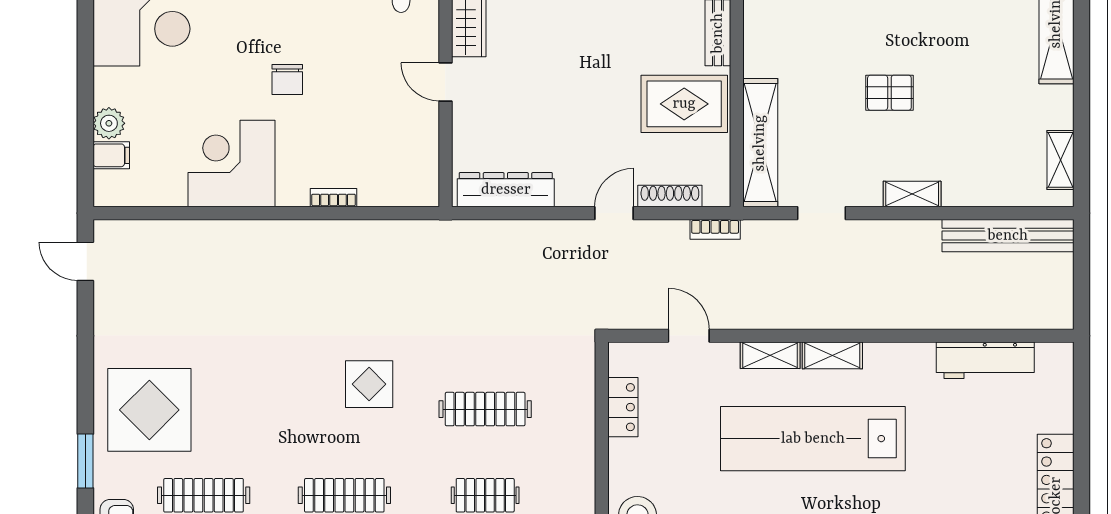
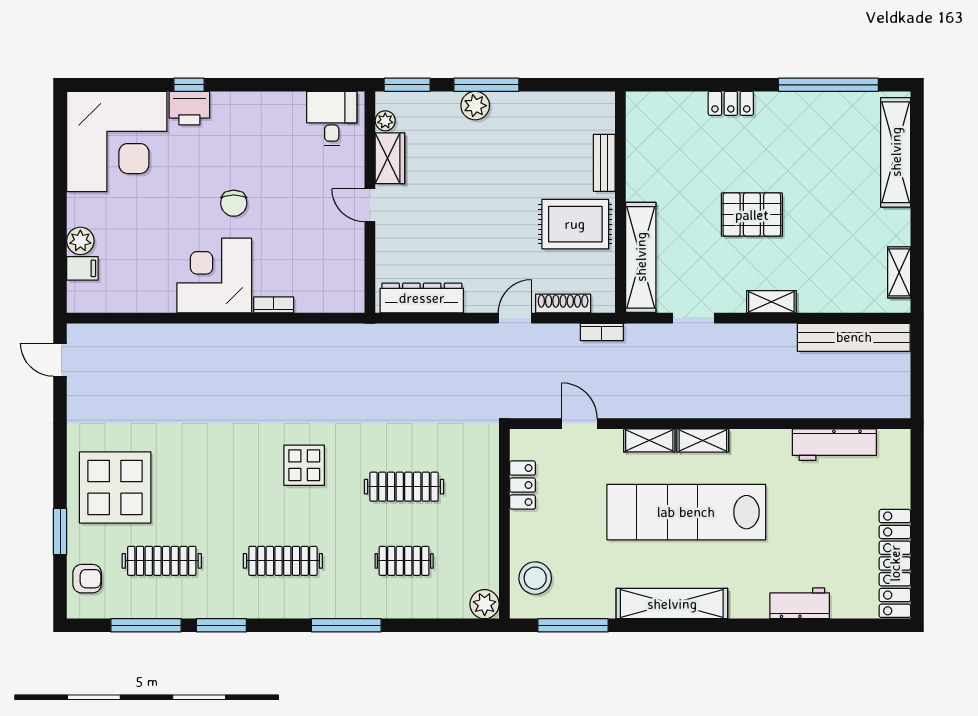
pallet: (889, 93) -> (752, 215), width x1.50, depth x1.42
corner desk: (232, 164) -> (214, 276), moved

